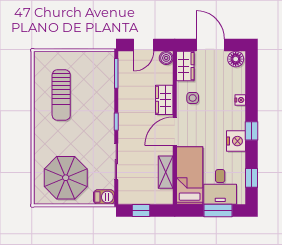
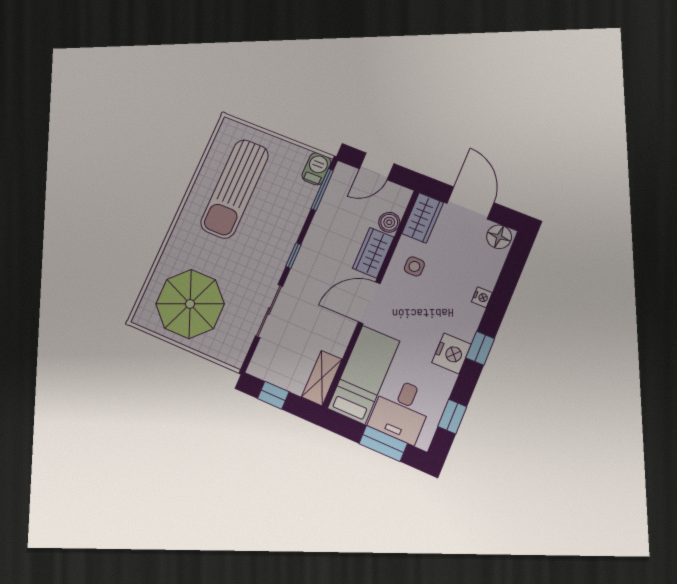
boiler: (166, 58) -> (389, 222), moved
sun lounger: (61, 95) -> (235, 189), width x1.36, depth x1.34
shelving: (166, 172) -> (322, 378), moved
barbecue: (104, 197) -> (316, 169), moved, turned -90

